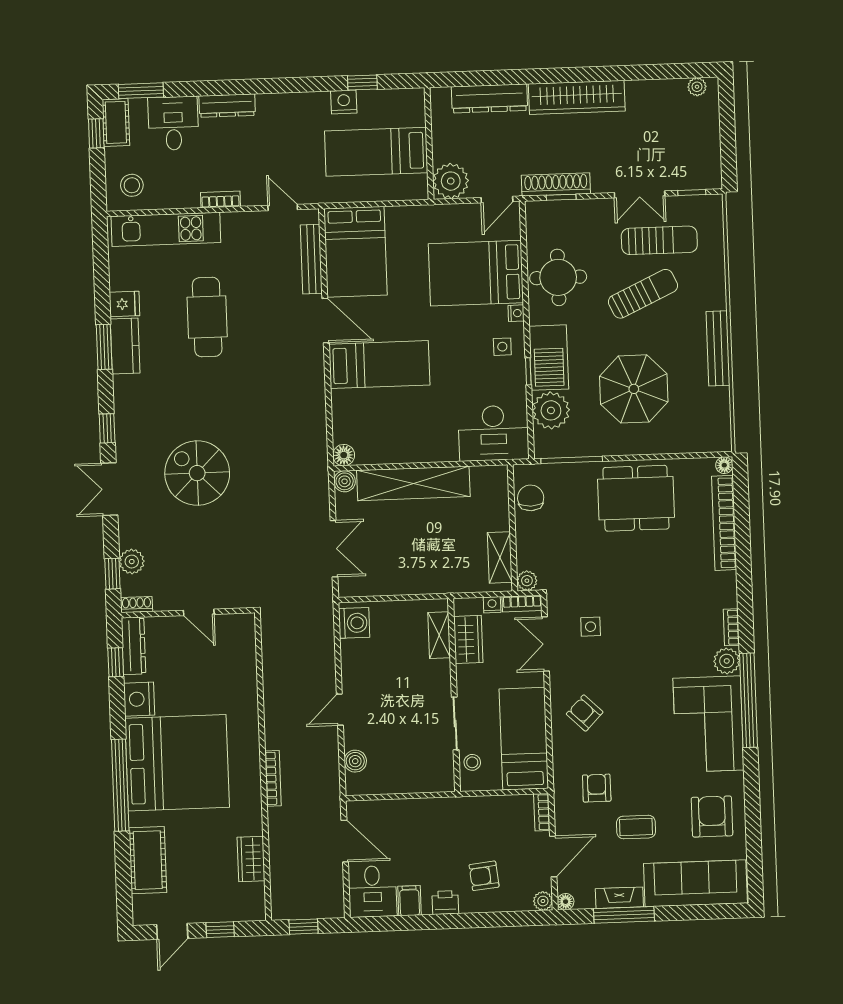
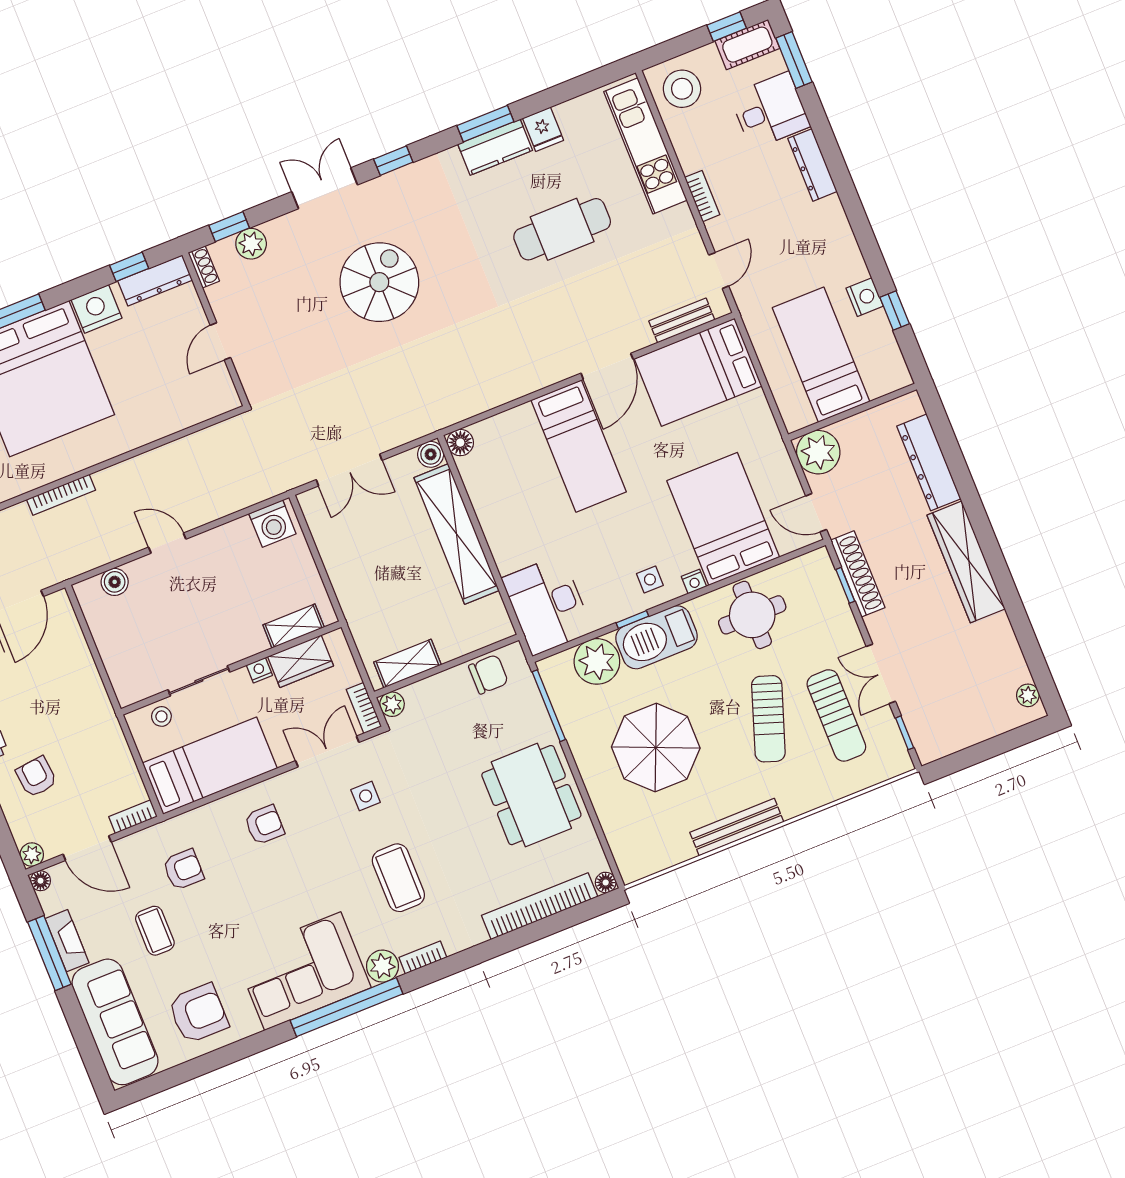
stool: (132, 185) -> (682, 89), width x1.38, depth x1.38
bench: (311, 259) -> (682, 320), width x0.73
sun lounger: (643, 294) -> (768, 719), turned 44
nightstand: (492, 605) -> (259, 670), moved, turned -90
coffee table: (663, 624) -> (398, 878), added
armchair: (585, 713) -> (264, 825), turned 46

